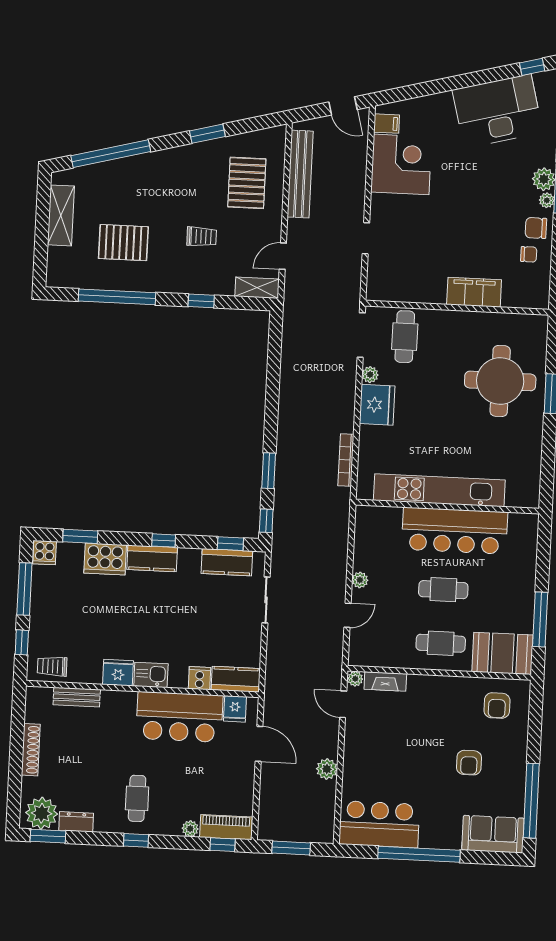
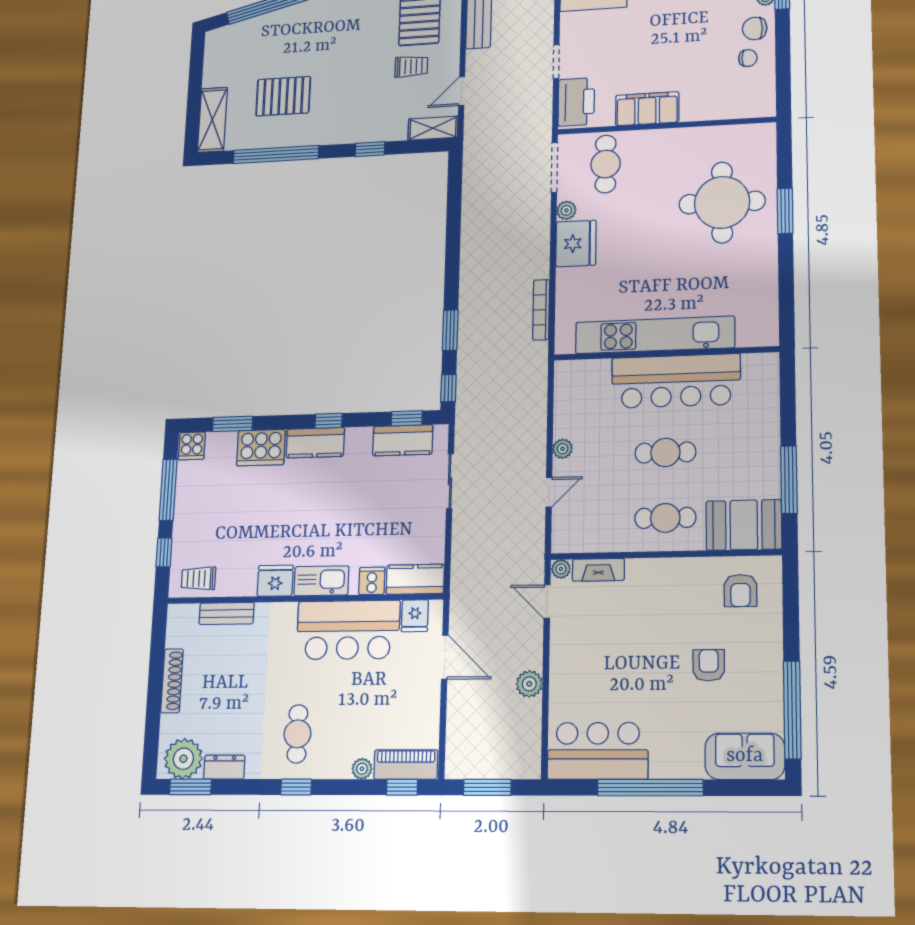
shelving: (61, 215) -> (212, 120), moved
trolley: (202, 237) -> (411, 66), moved
printer: (382, 278) -> (576, 102), added
filing cabinet: (474, 292) -> (647, 109), moved
kitchen sink: (151, 675) -> (321, 581), width x1.38
armchair: (469, 763) -> (709, 665), turned 180

